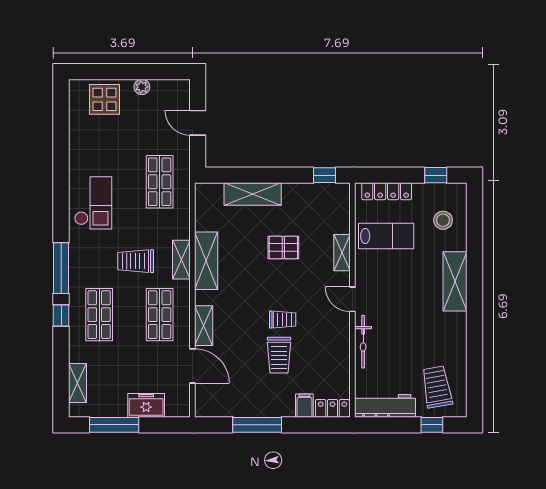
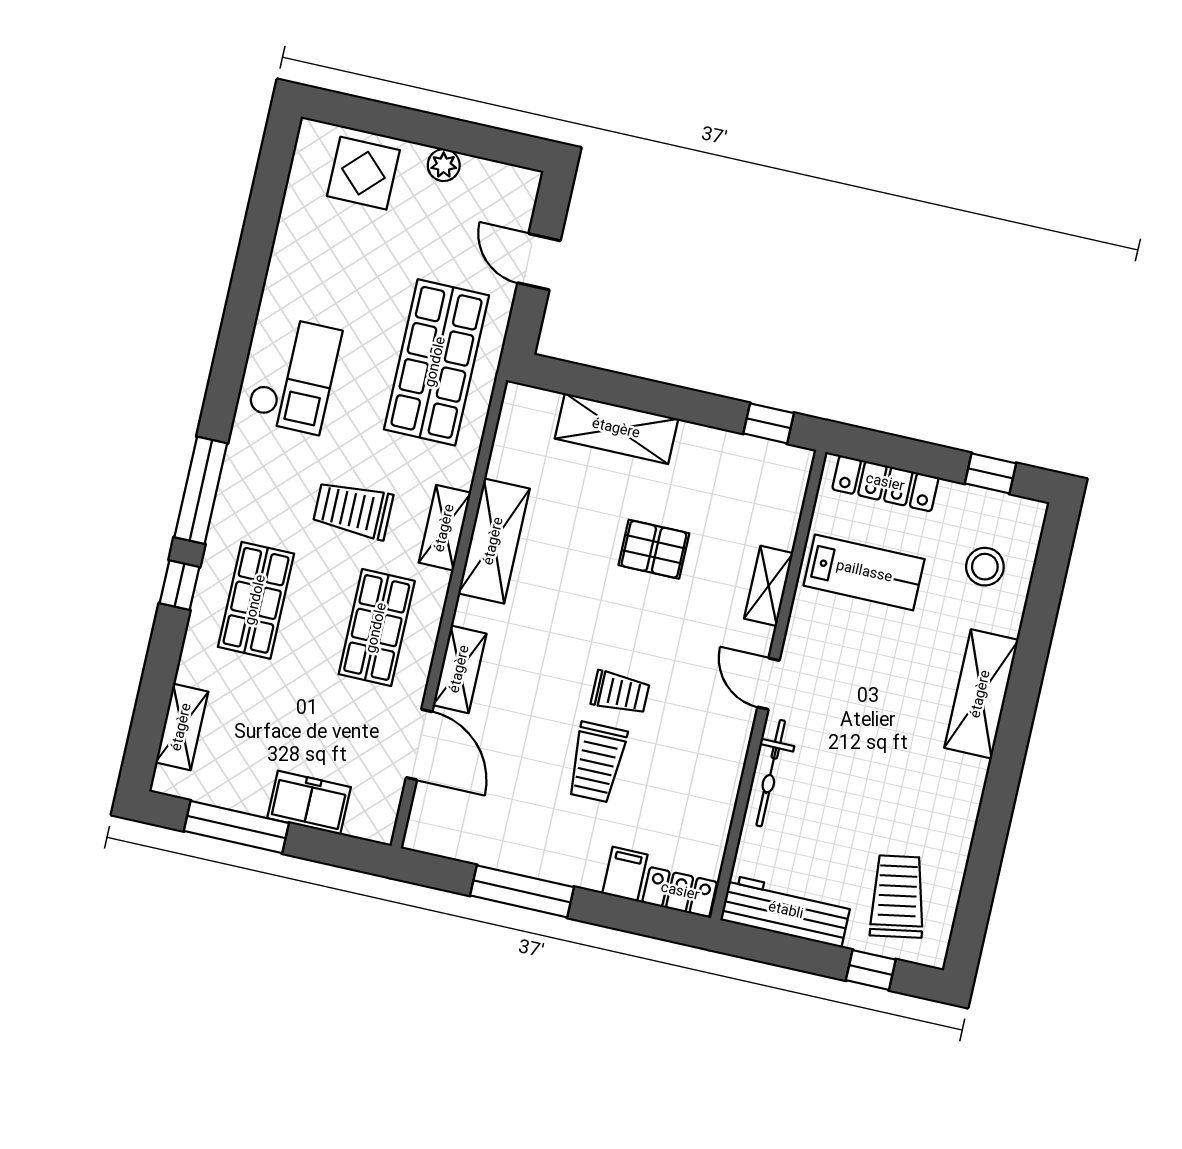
shop shelf: (160, 182) -> (436, 362), width x1.43, depth x1.36

